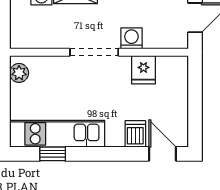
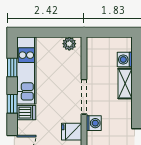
dishwasher: (135, 134) -> (26, 113), moved
window: (104, 154) -> (12, 104), added

